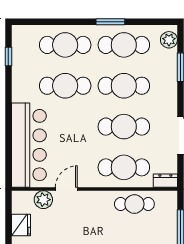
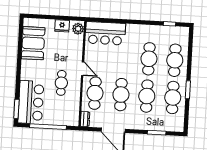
plant: (169, 40) -> (174, 126), removed
bar counter: (29, 145) -> (105, 33), width x0.73
door: (66, 189) -> (83, 69), moved
plant: (43, 200) -> (78, 29), moved
cafe table: (134, 204) -> (61, 83), moved

